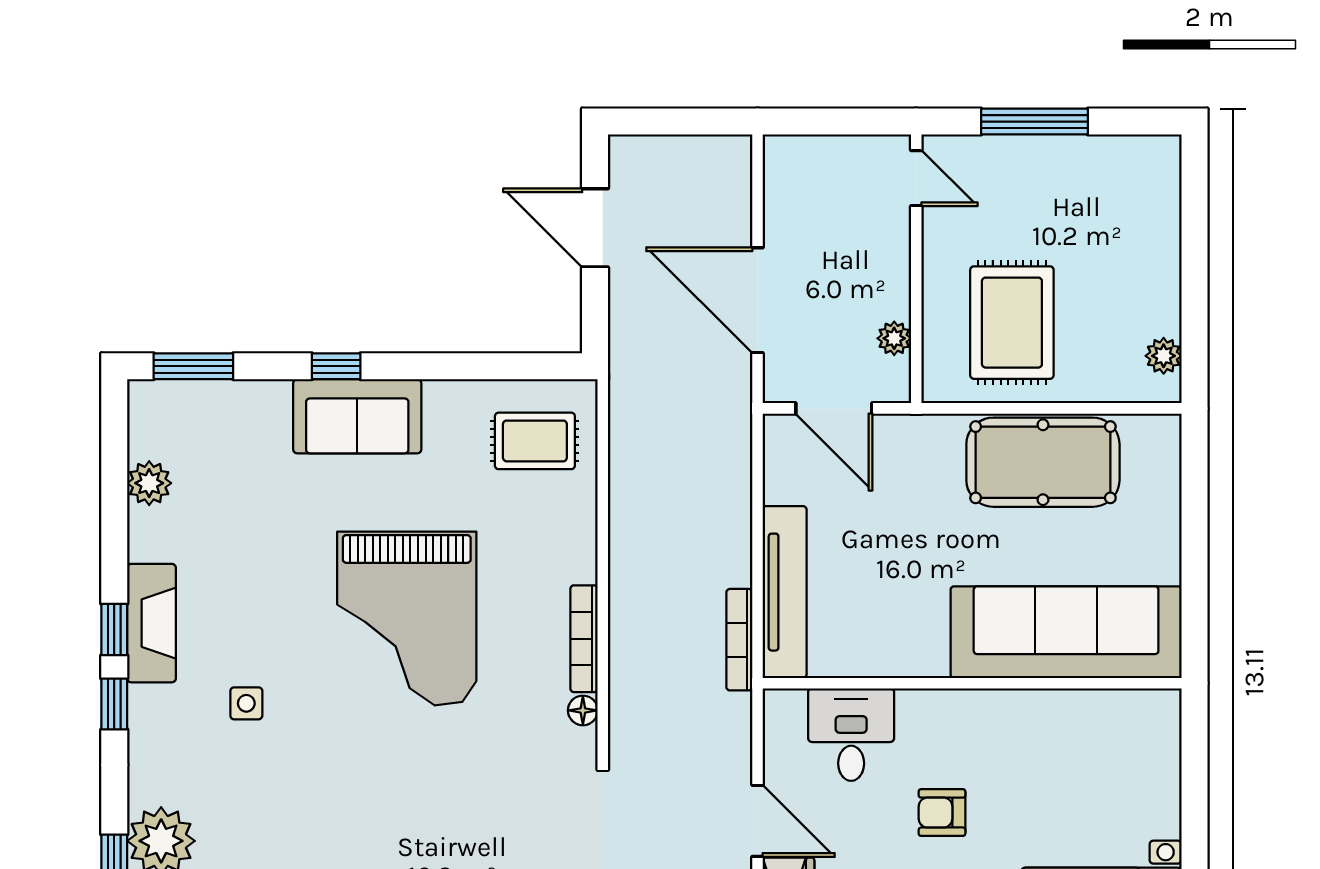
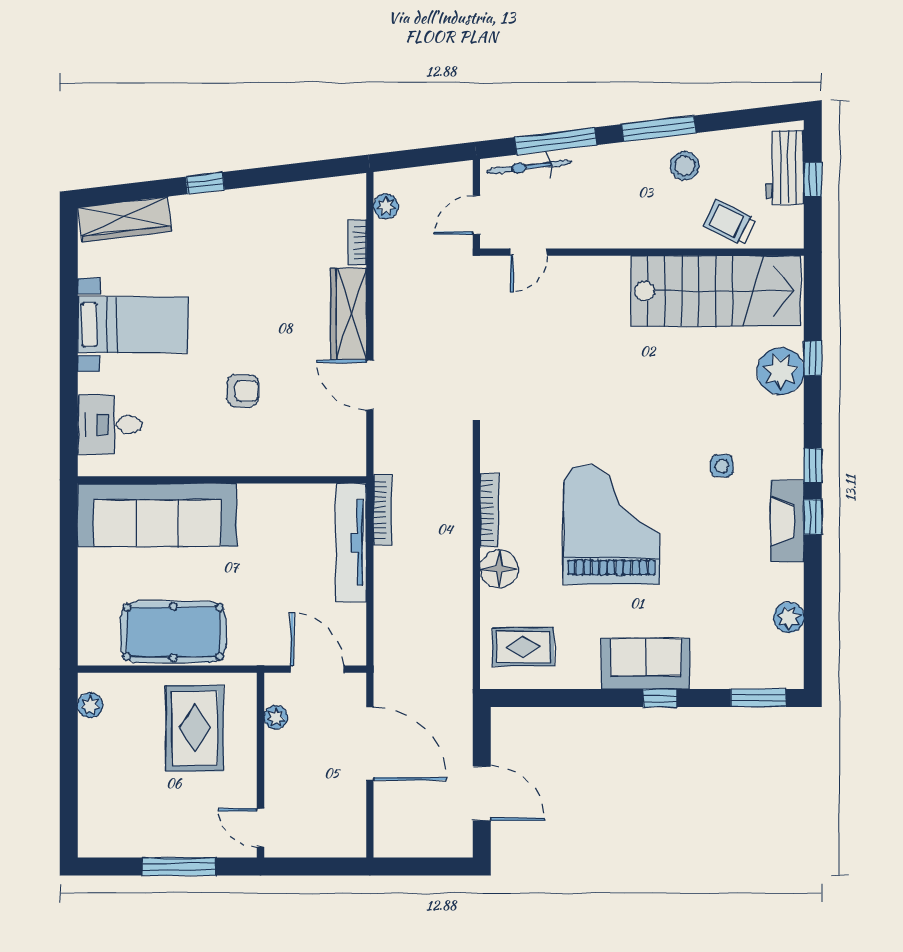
floor lamp: (583, 710) -> (499, 569), moved, width x1.89, depth x1.89
desk: (851, 735) -> (110, 425), moved, turned 90

